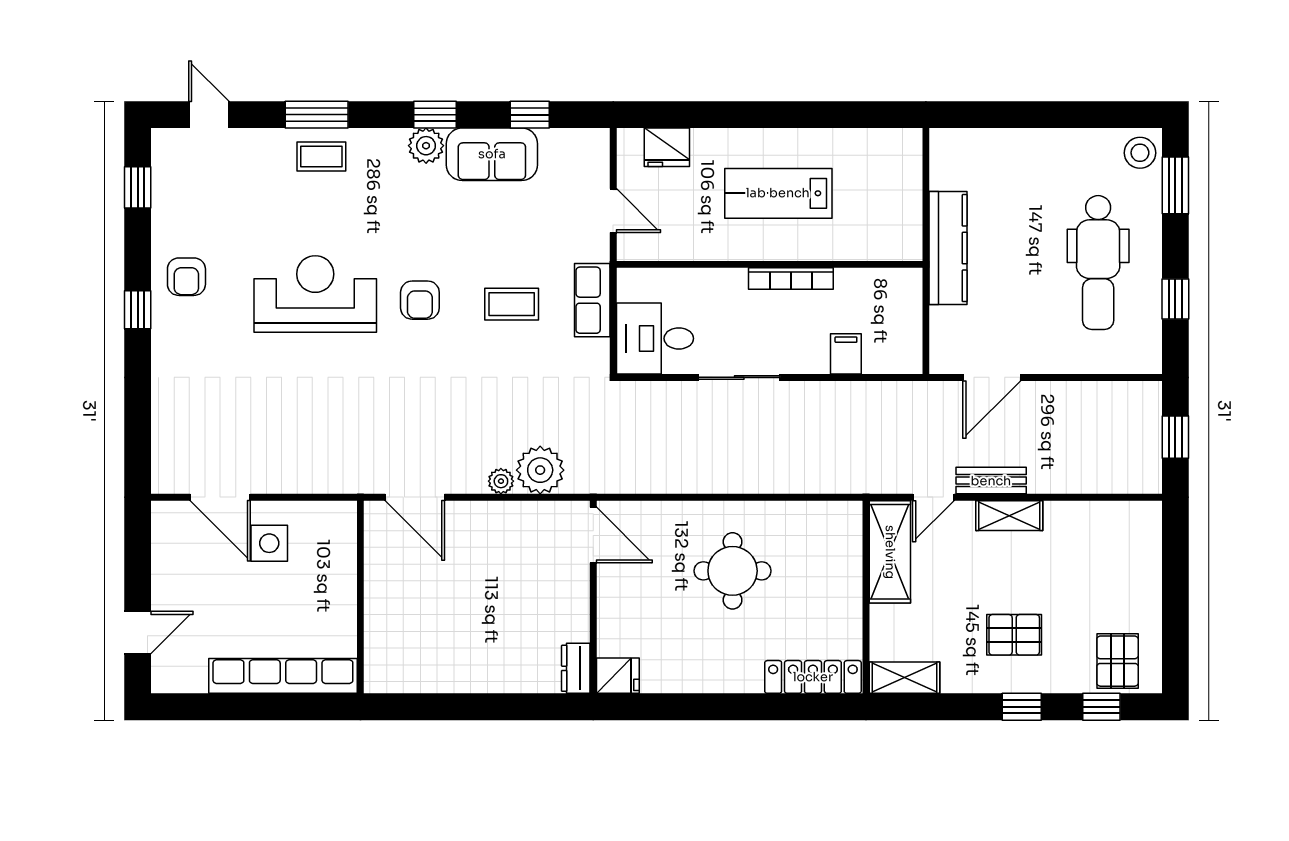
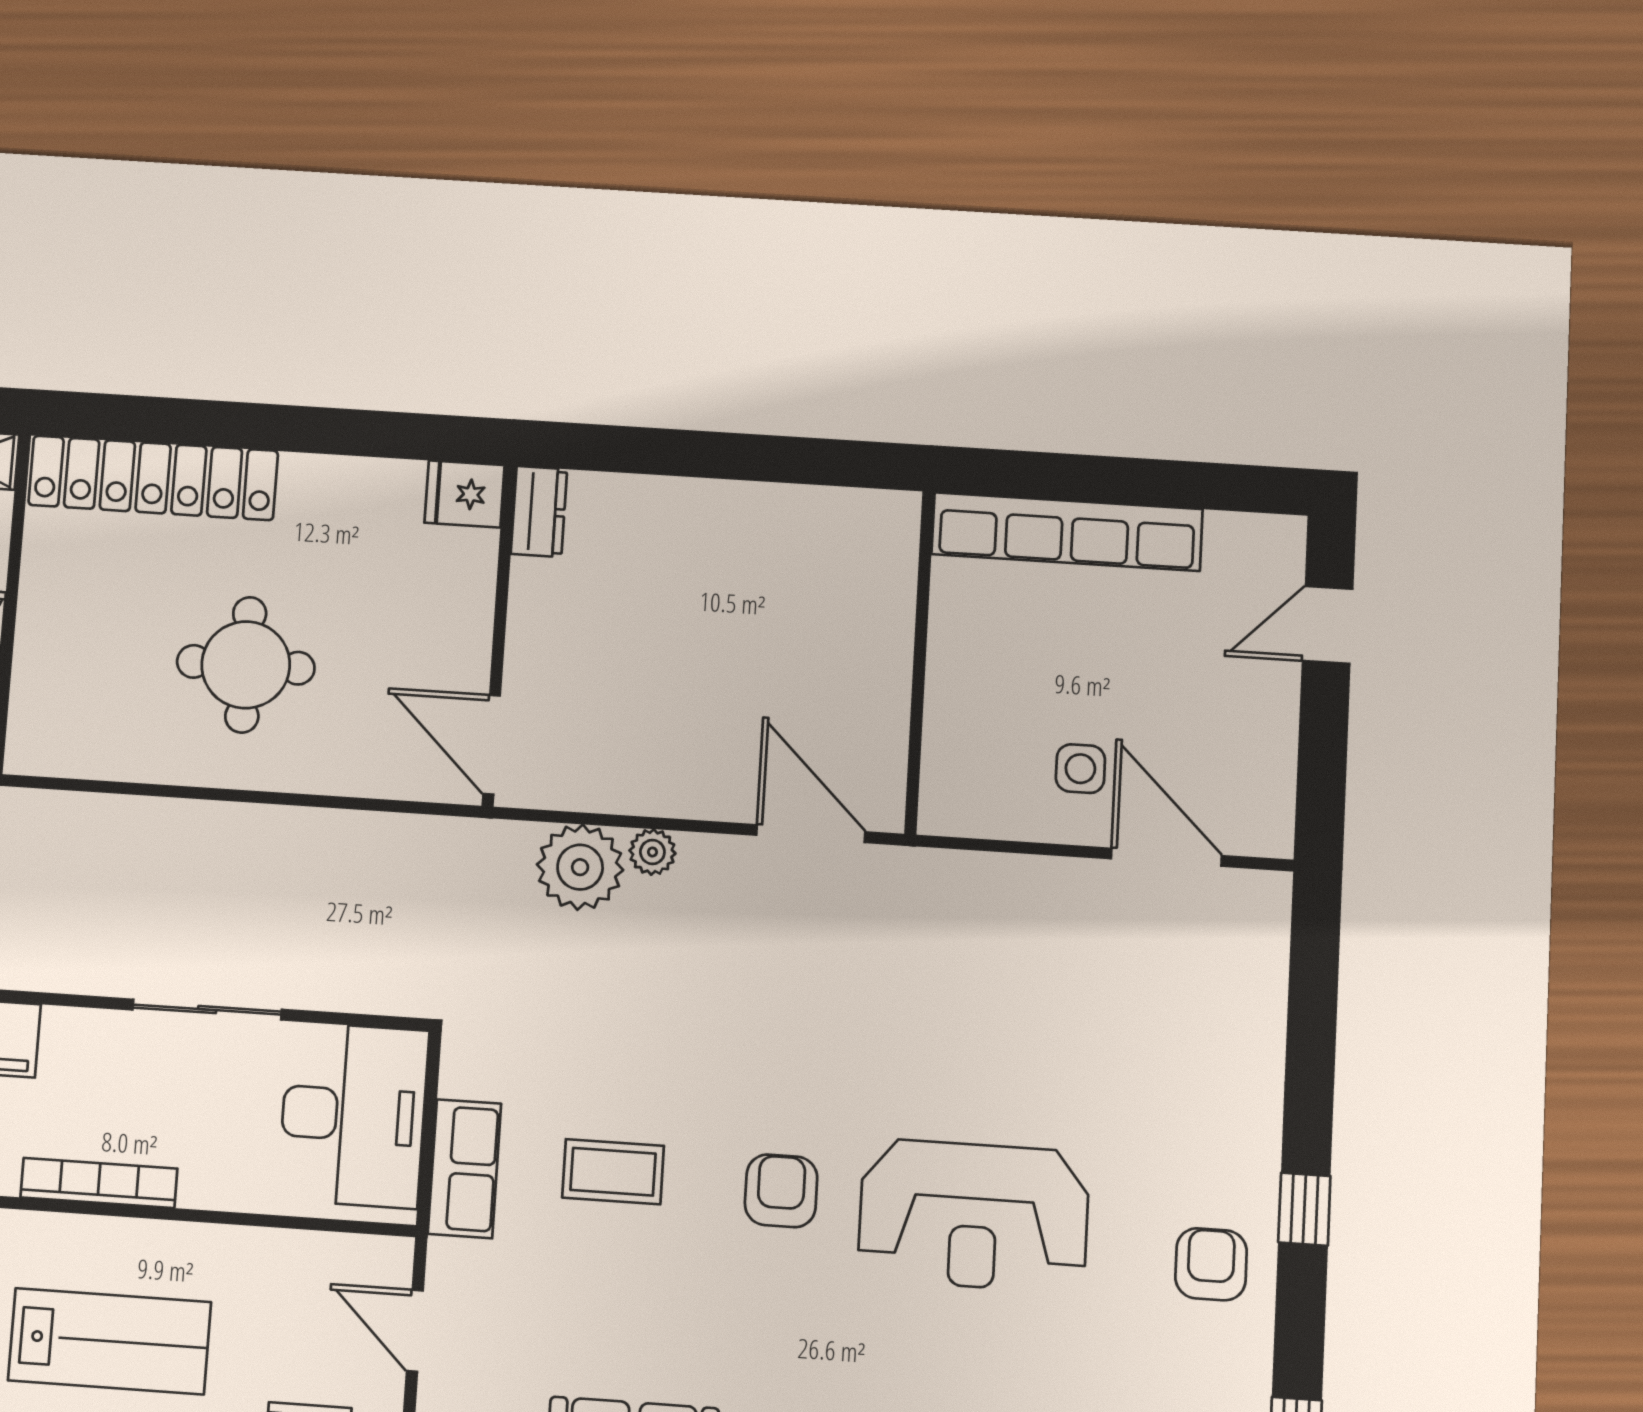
desk: (655, 338) -> (353, 1115), width x1.37
side table: (269, 543) -> (1080, 769), width x0.73, depth x0.73
locker: (813, 677) -> (153, 478), width x1.41, depth x1.21

